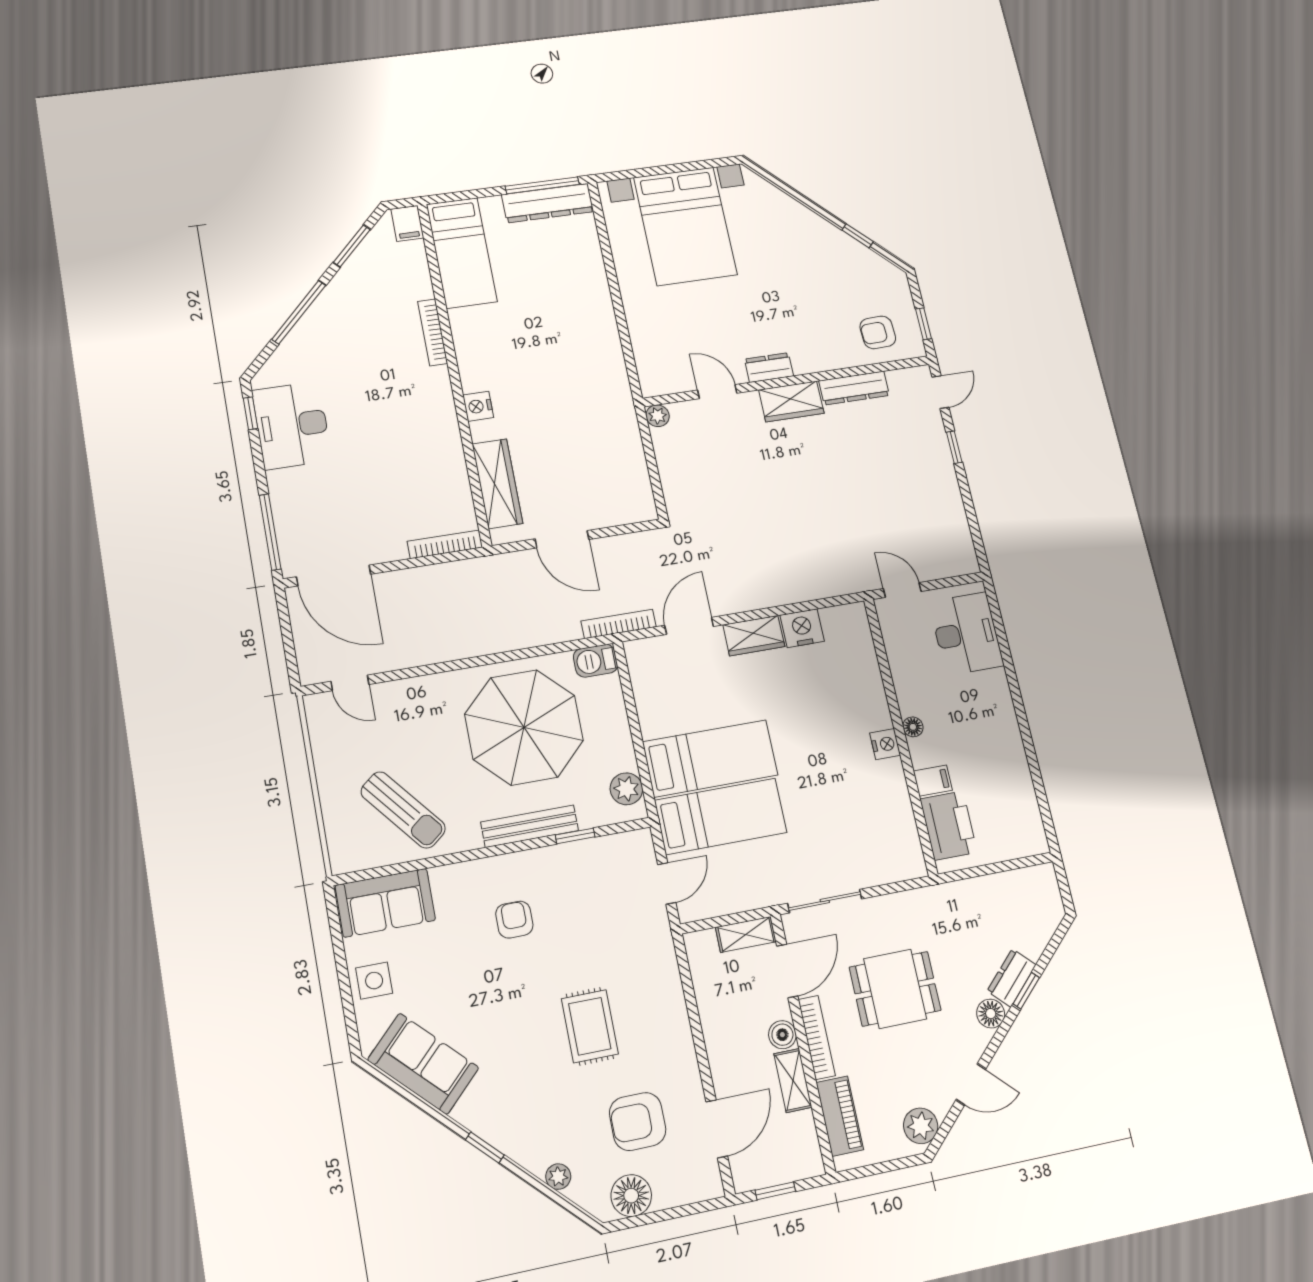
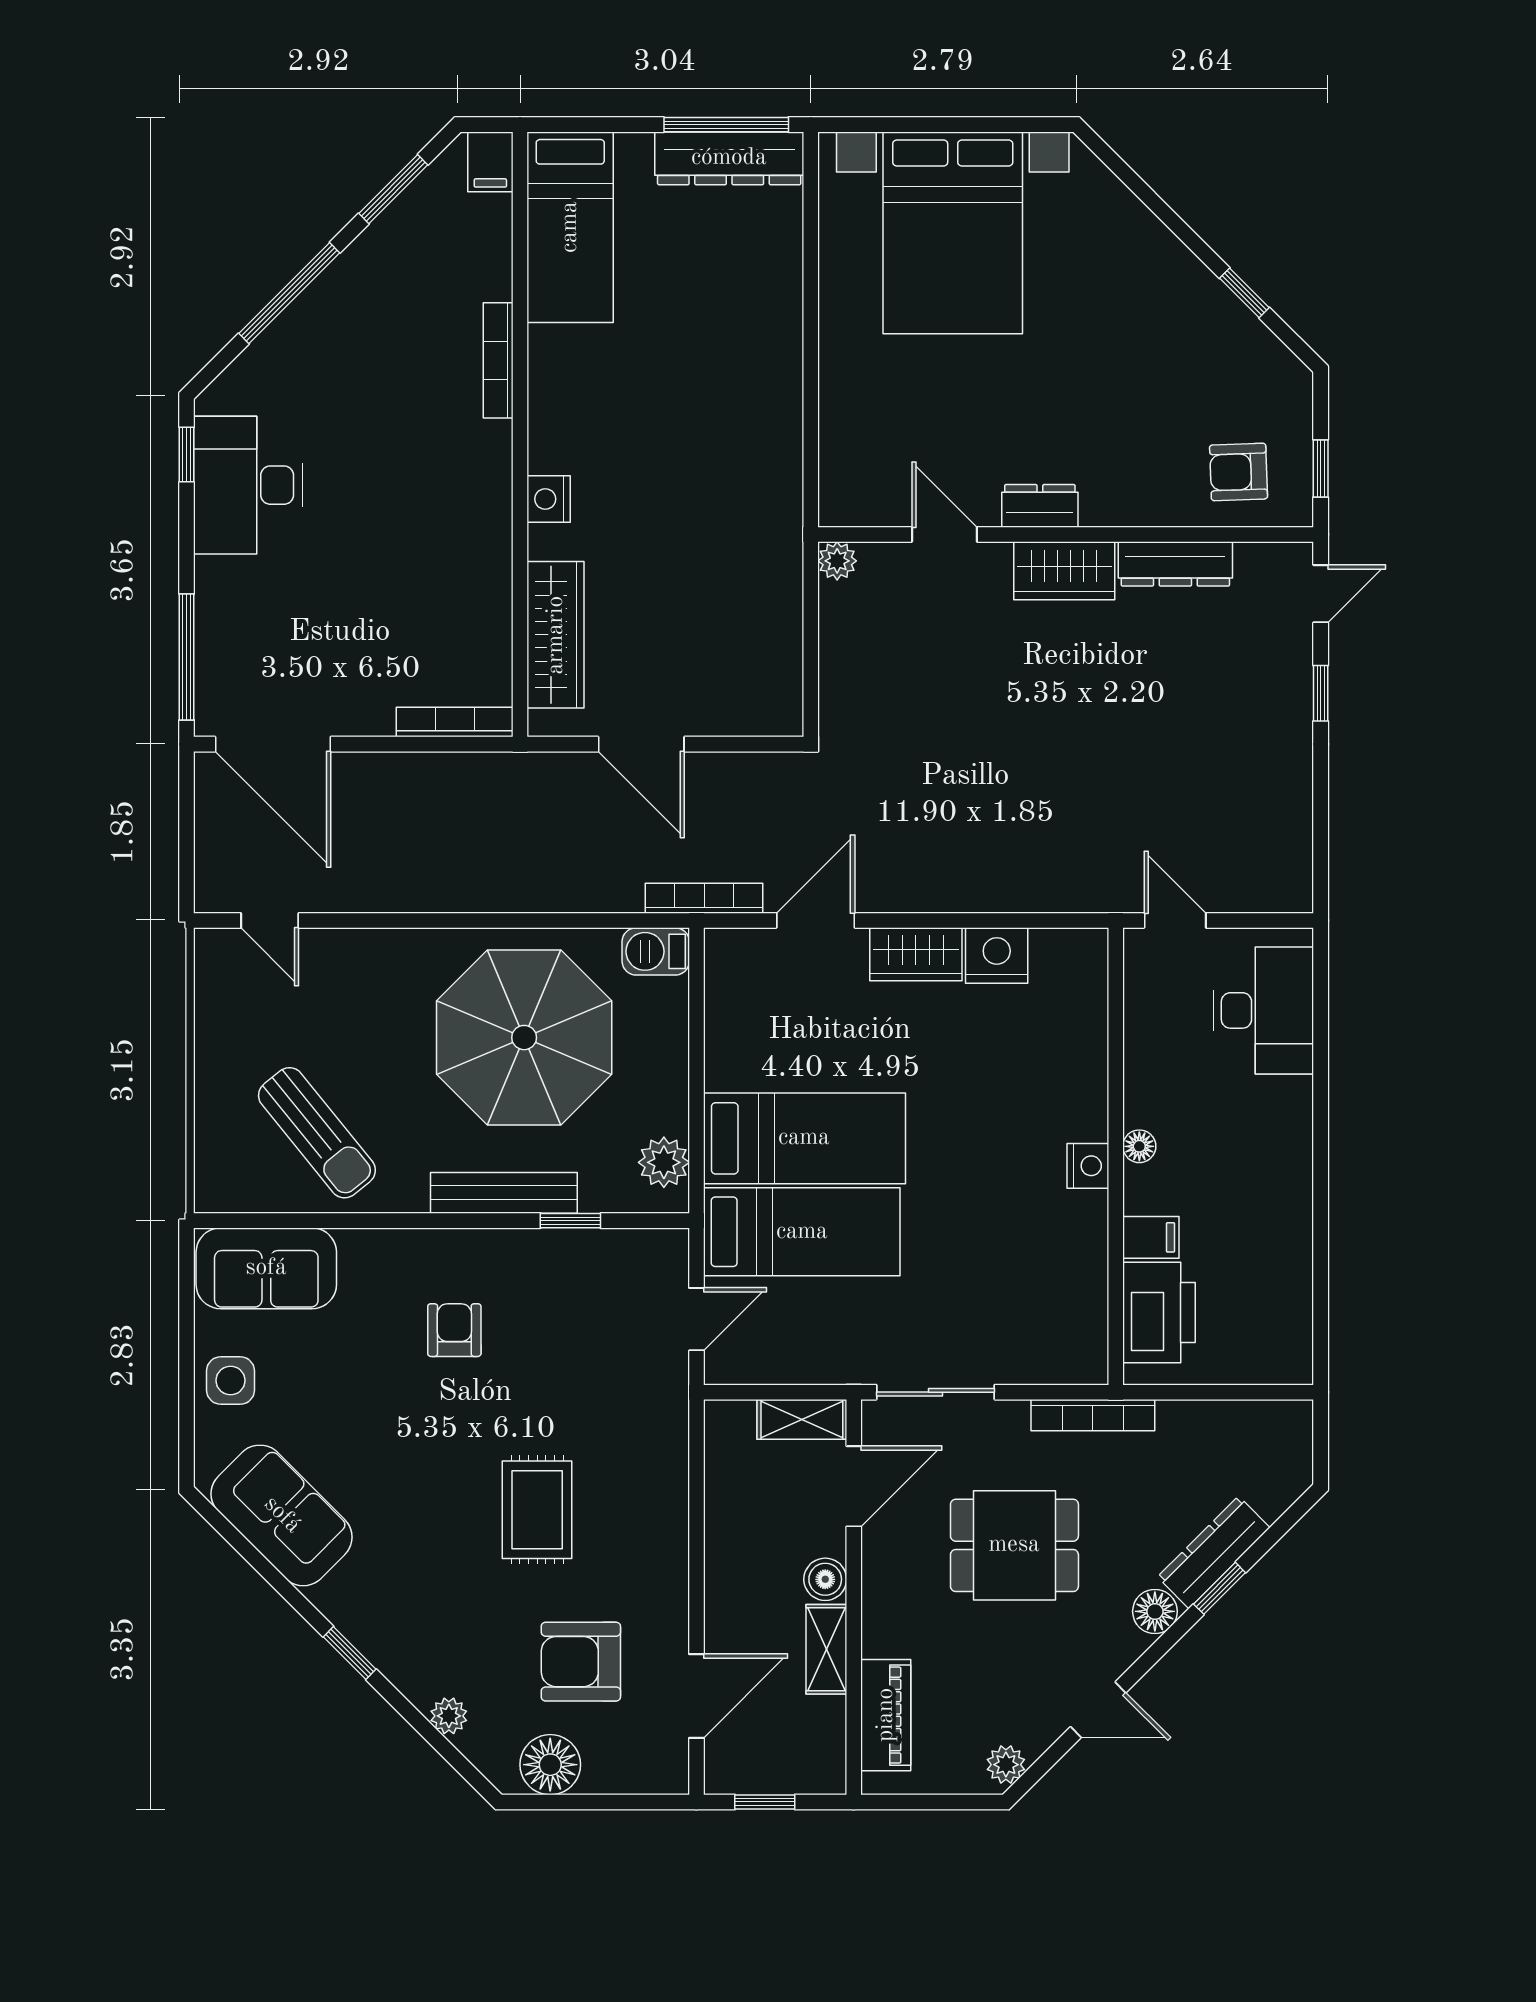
dresser: (1012, 978) -> (1214, 1552), width x1.44
bookcase: (817, 1037) -> (1093, 1415), moved, turned 90
plant: (921, 1126) -> (1006, 1765), width x0.73, depth x0.73

